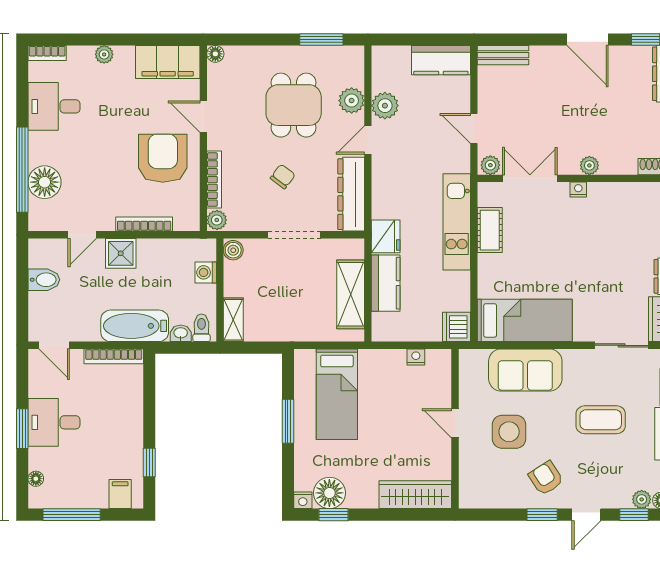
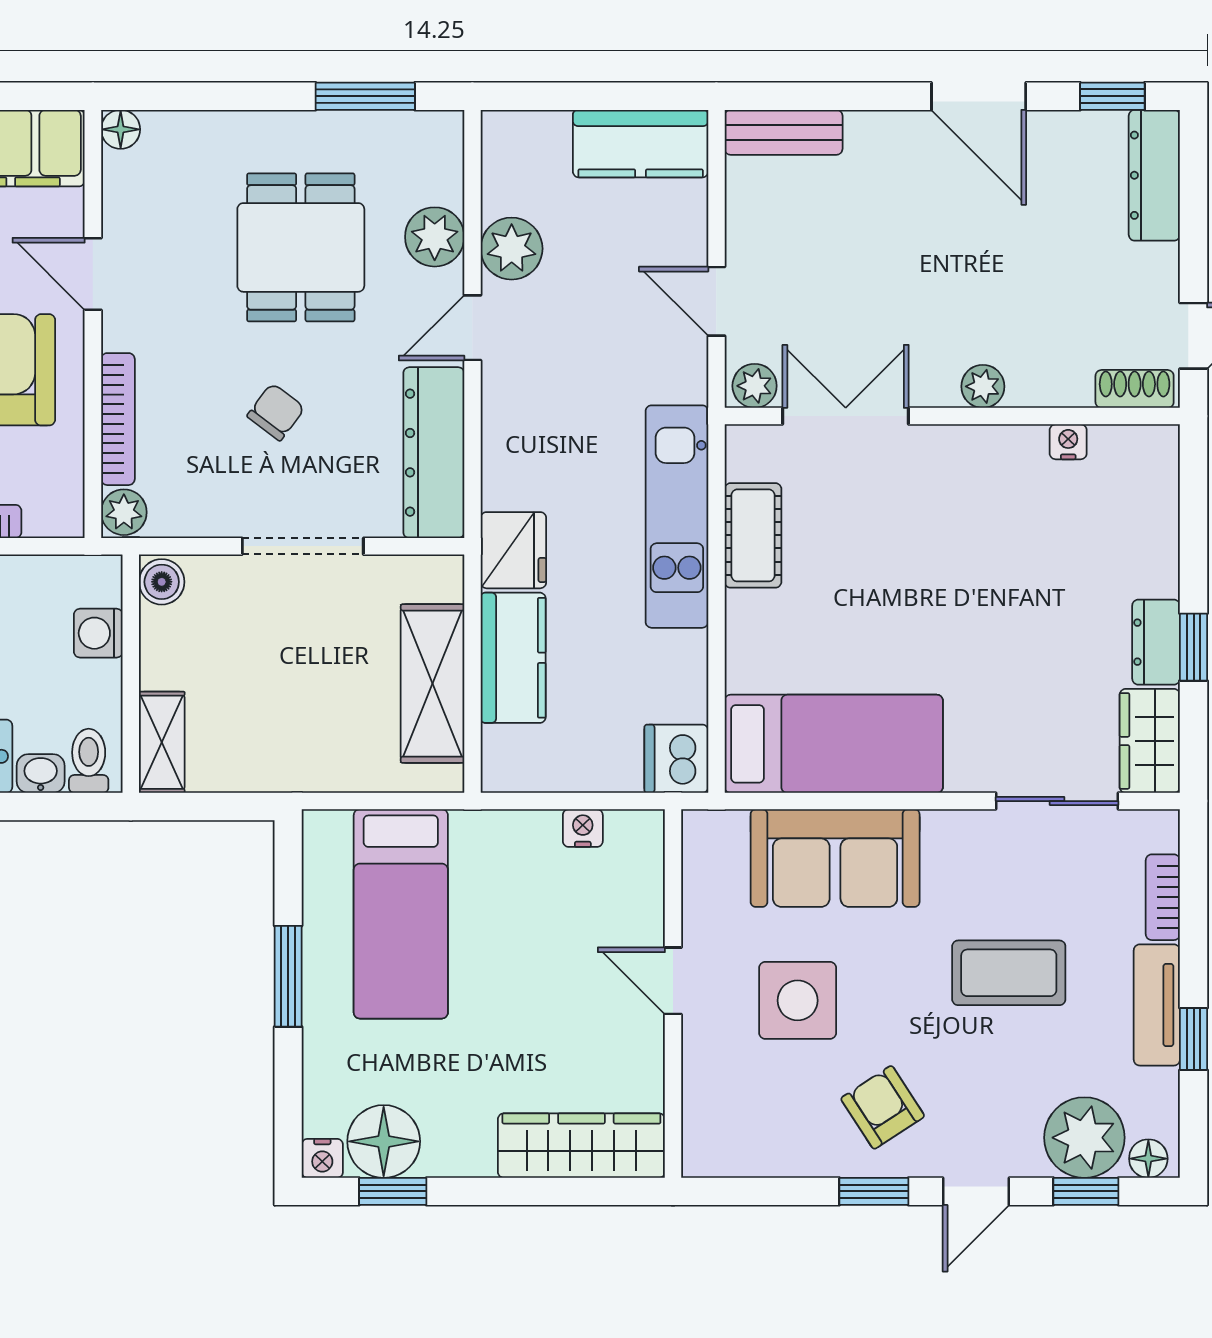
nightstand: (578, 189) -> (1068, 442), moved
plant: (642, 499) -> (1084, 1138), width x1.87, depth x1.87

